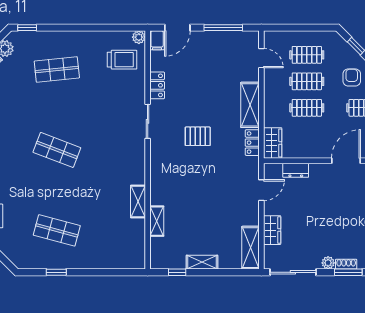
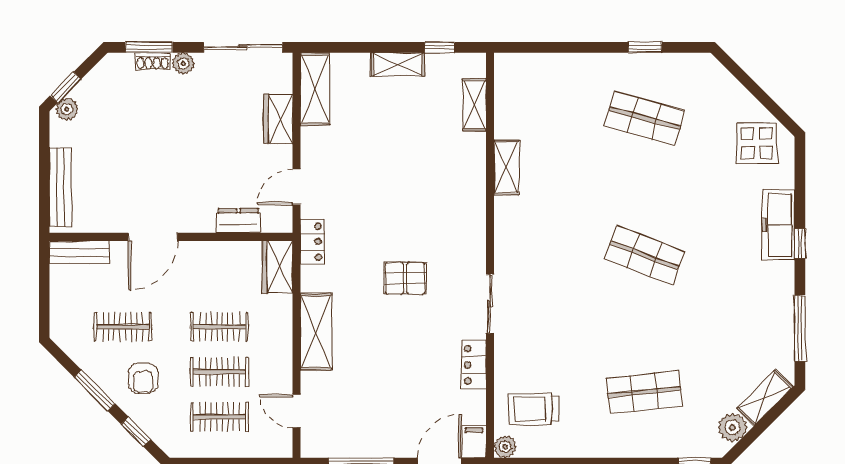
locker: (252, 143) -> (312, 242), moved
shelving: (157, 221) -> (474, 105), moved

